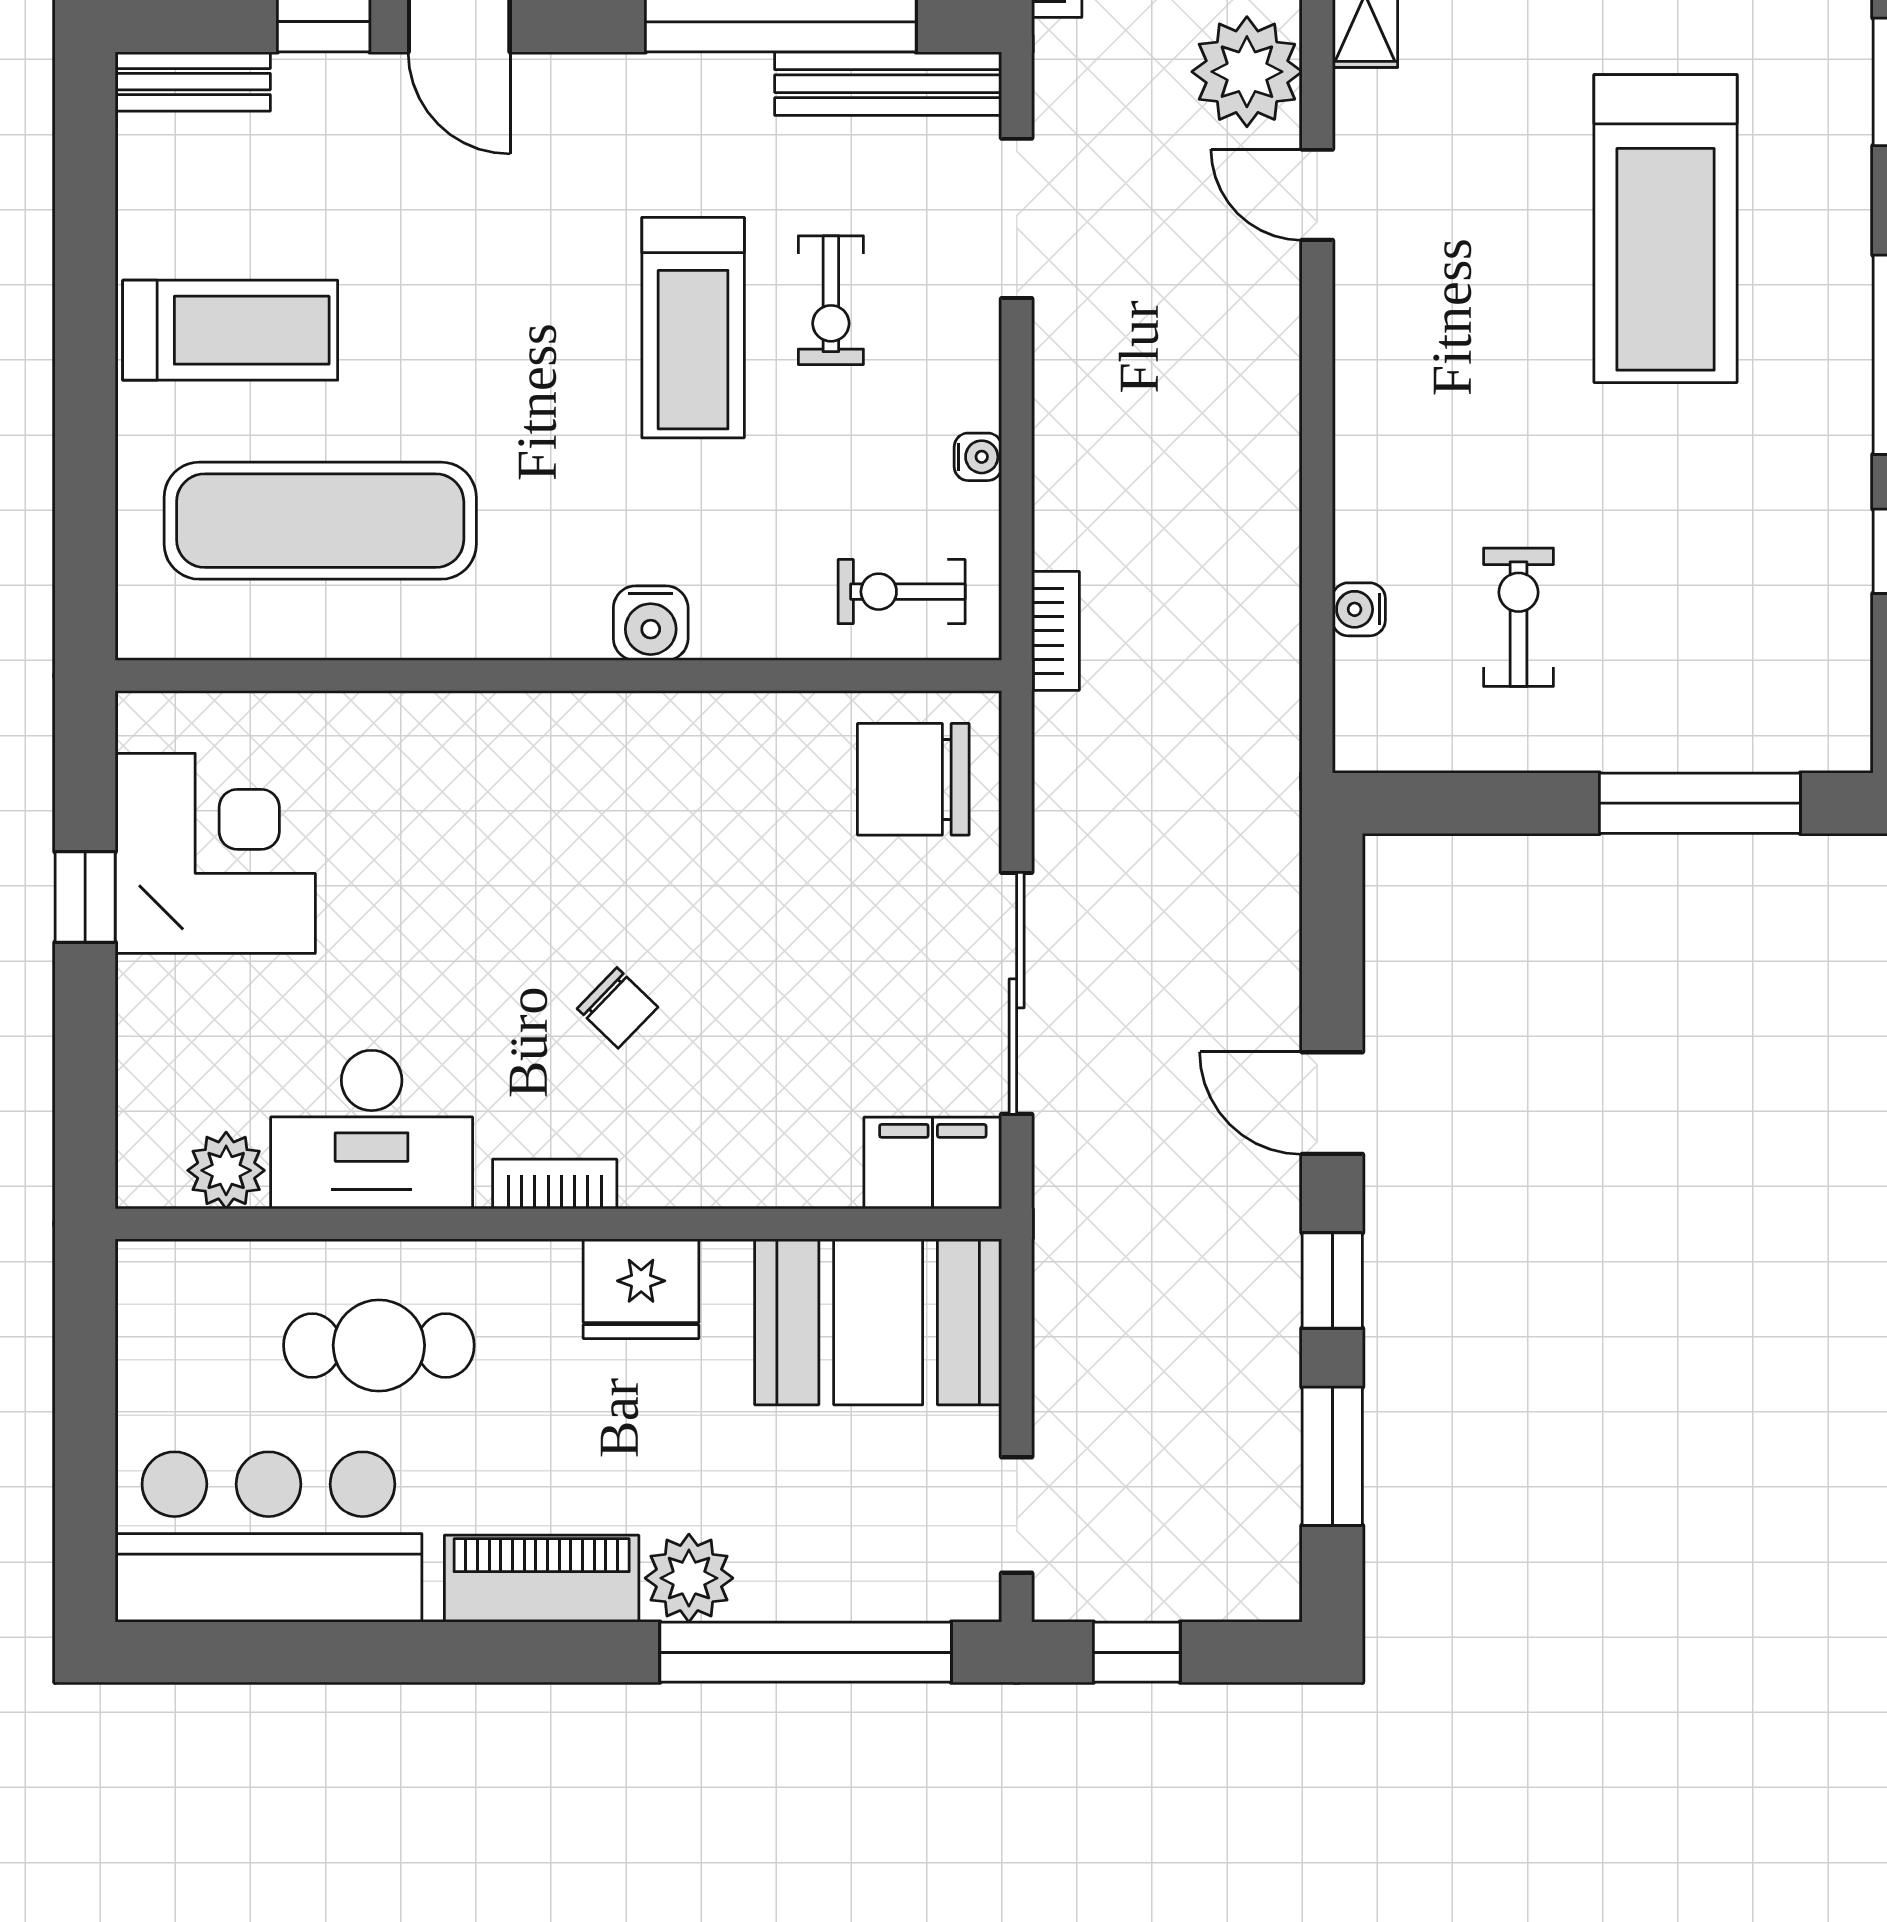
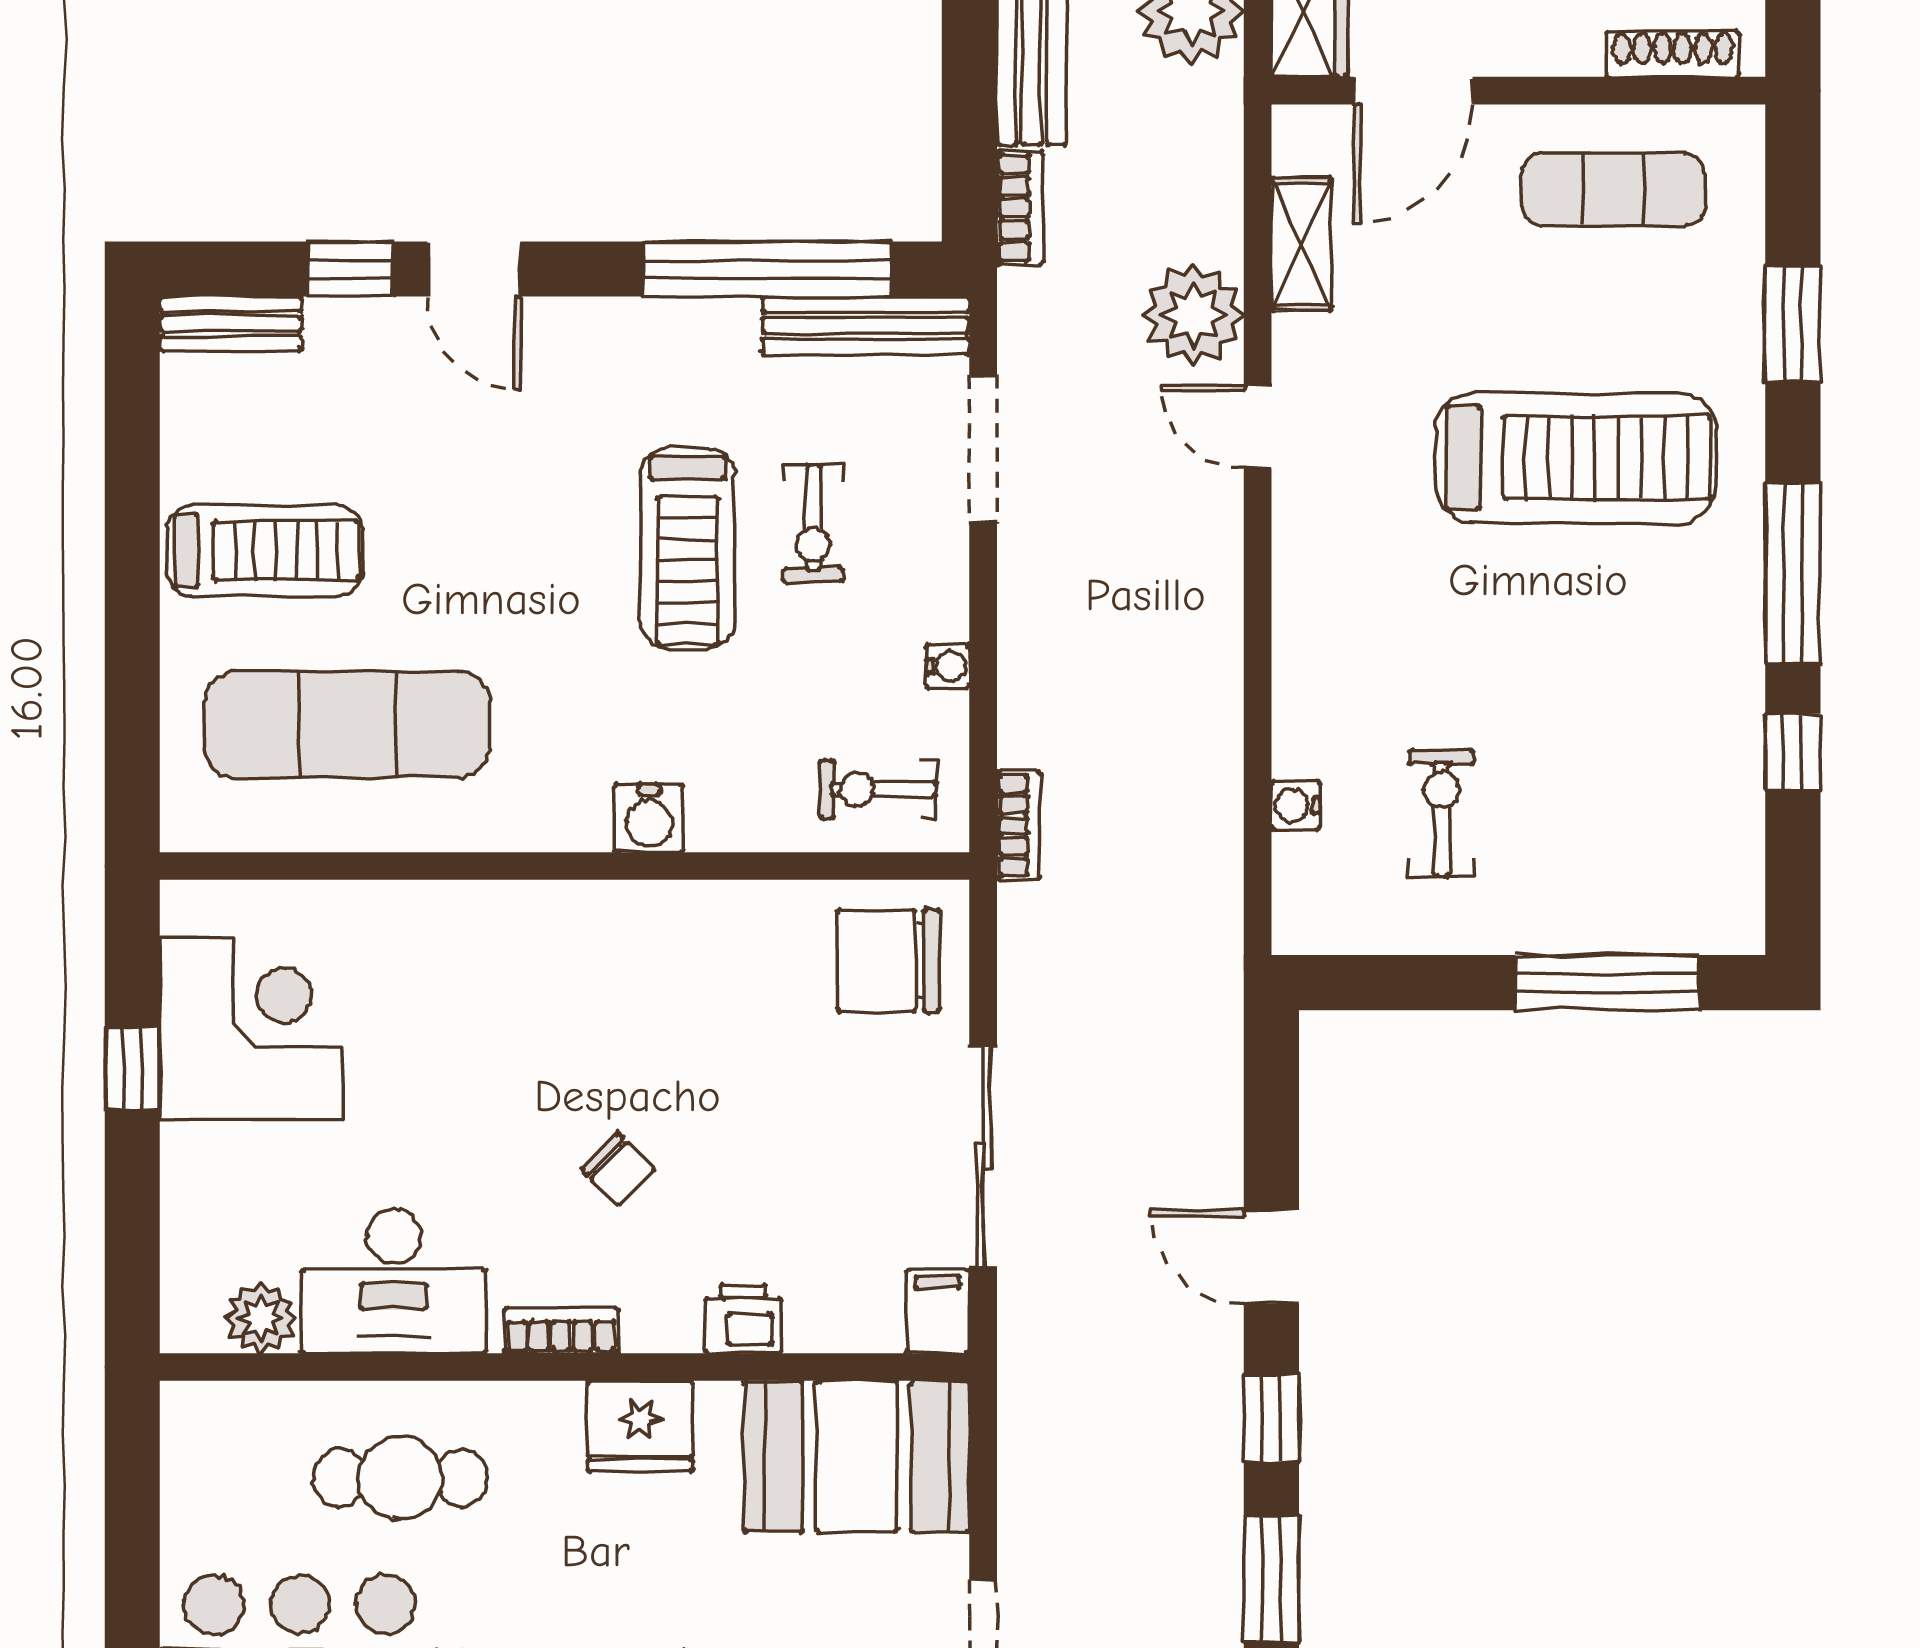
treadmill: (1665, 229) -> (1576, 458), turned -90
filing cabinet: (933, 1163) -> (938, 1311), width x0.50
printer: (754, 1171) -> (743, 1319), added

